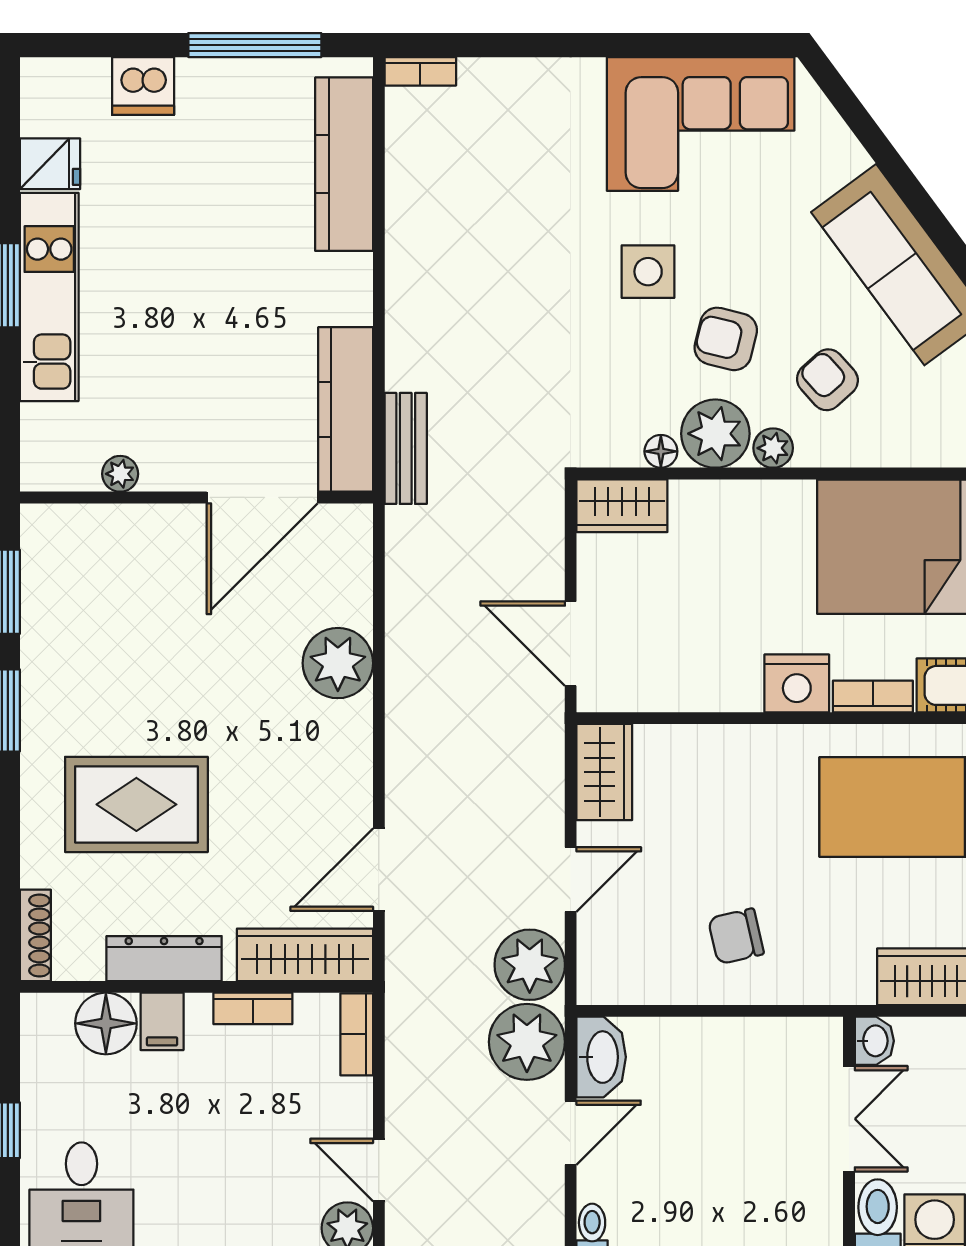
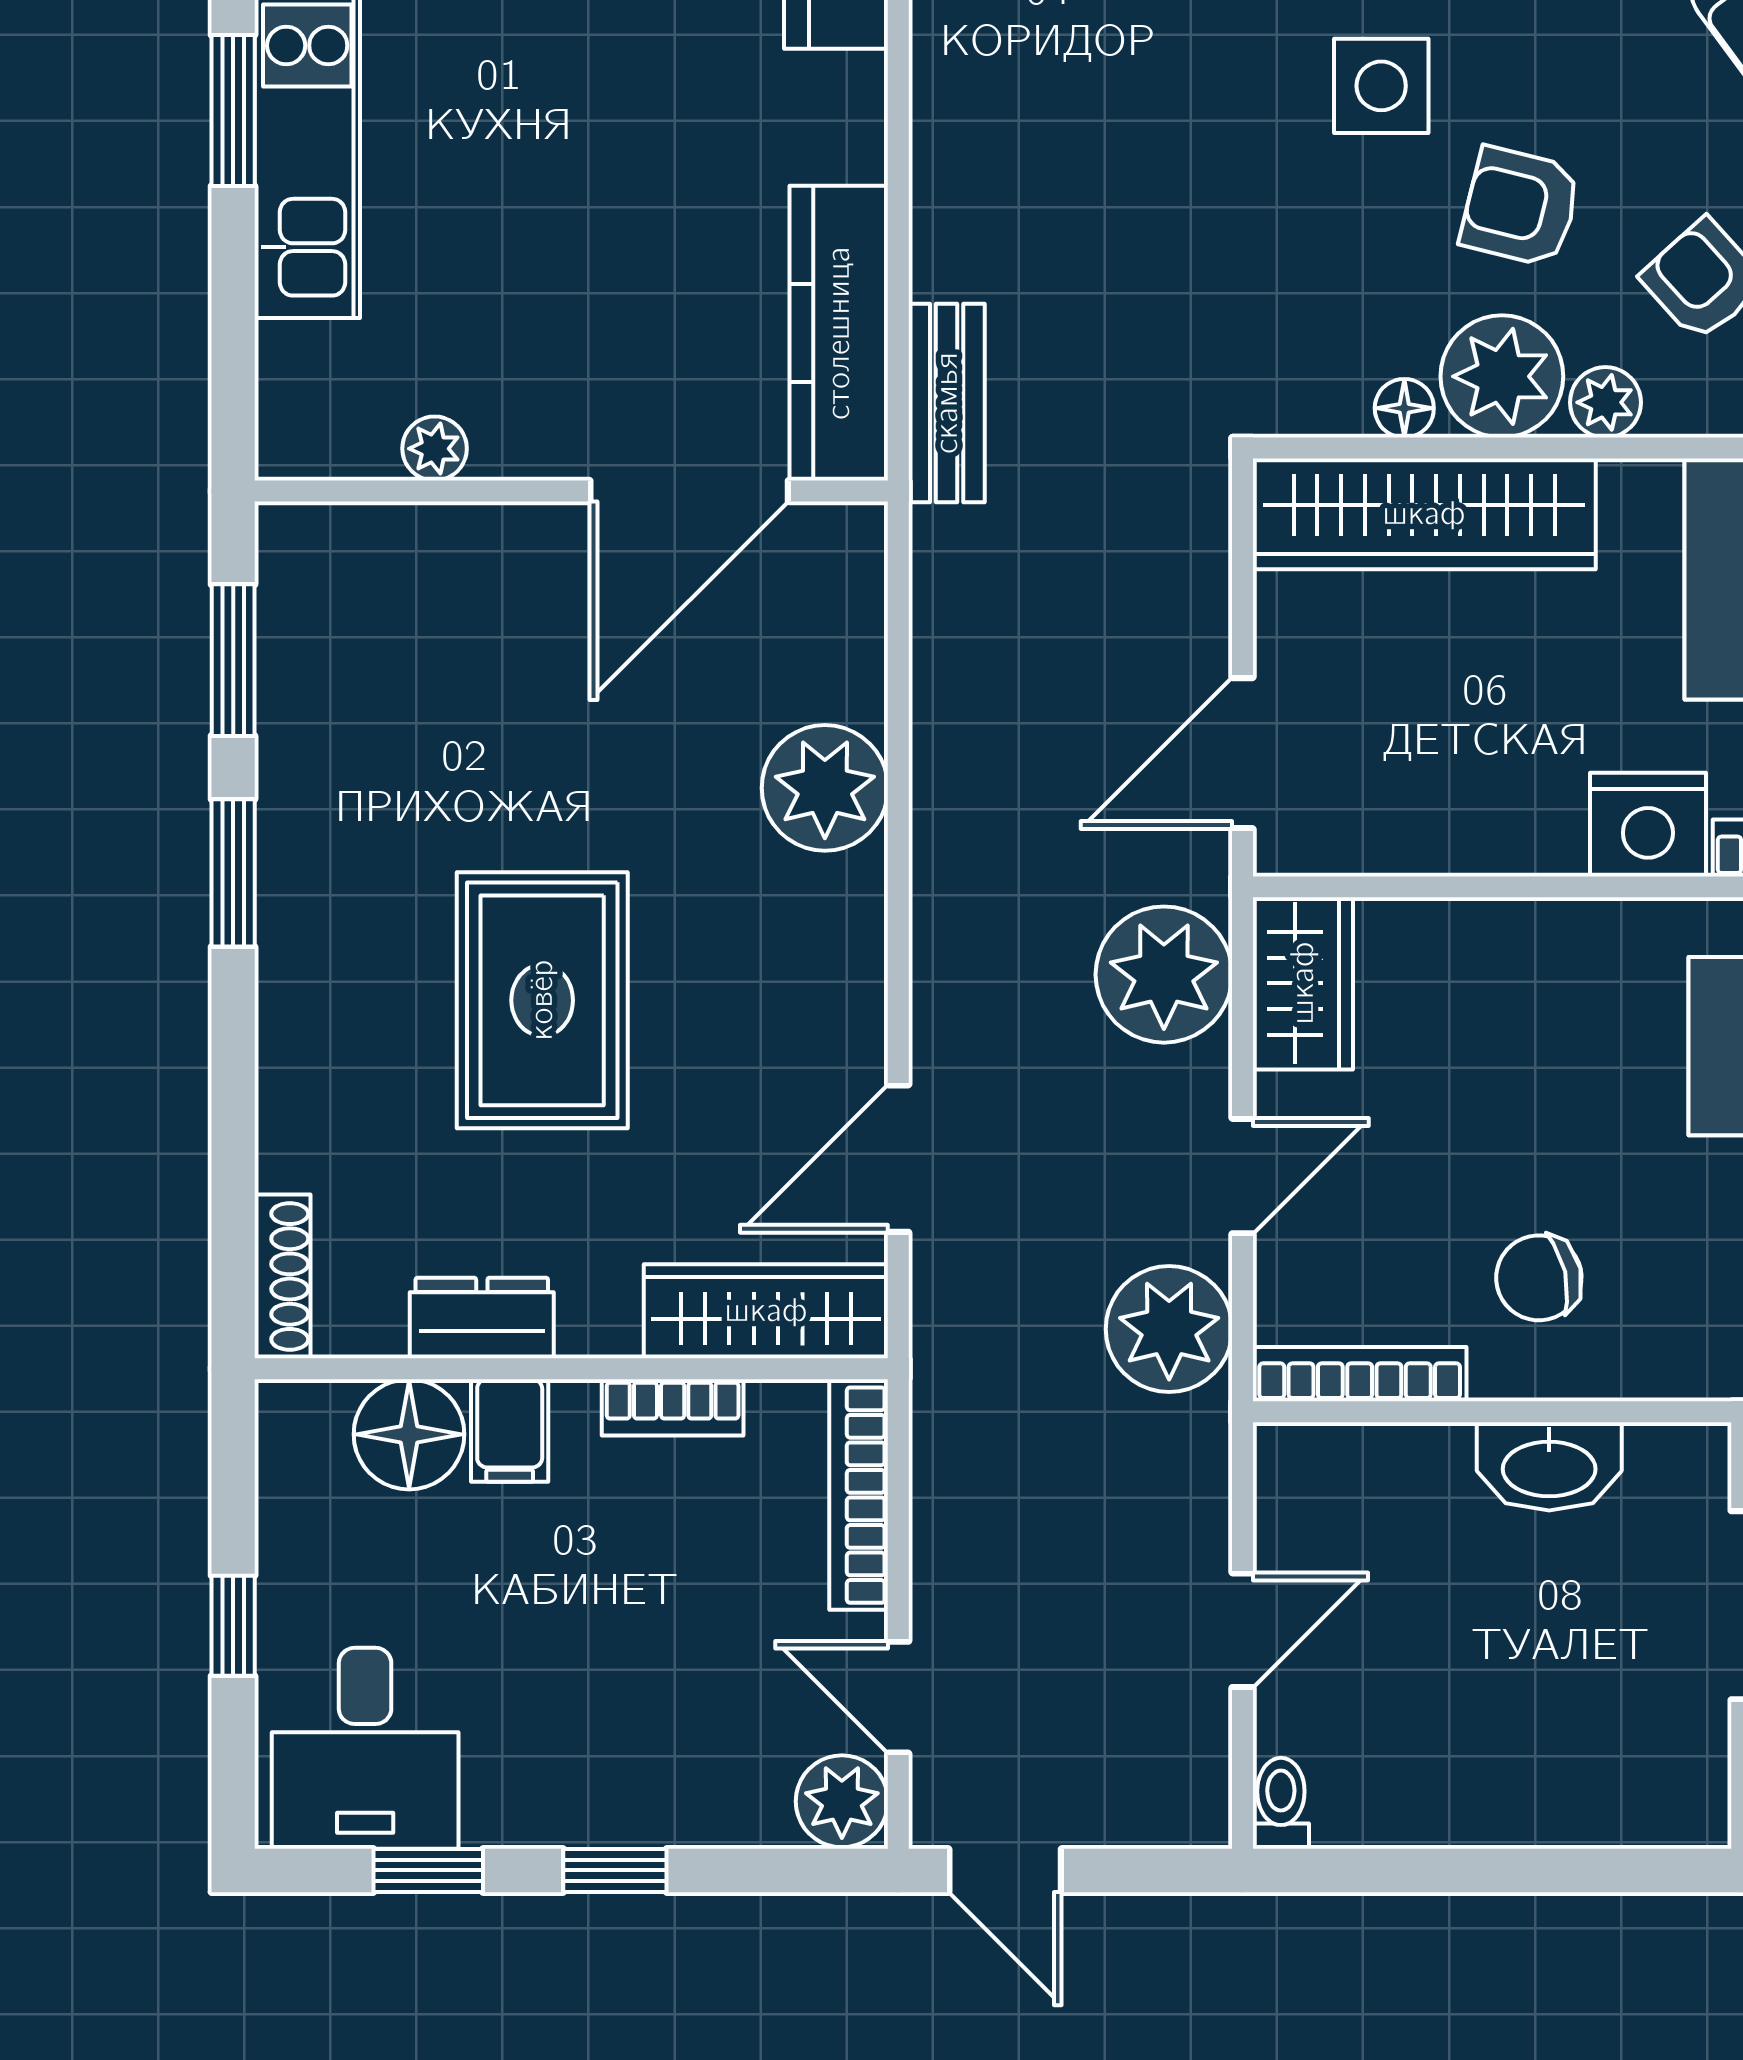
wardrobe: (622, 506) -> (1424, 514), width x2.10, depth x1.17
door: (571, 644) -> (1243, 753), hinge flipped
rug: (136, 804) -> (542, 1000), moved, turned 90
dresser: (164, 959) -> (482, 1318), width x0.70
bookcase: (636, 990) -> (1360, 1374), added
bookcase: (357, 1034) -> (859, 1495), width x1.56
plant: (527, 1042) -> (1164, 975), moved
washbasin: (601, 1057) -> (1549, 1466), moved, turned 90

